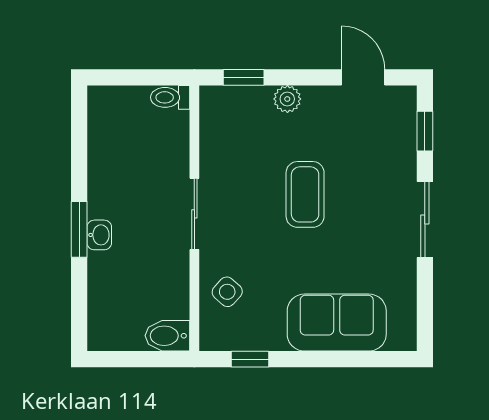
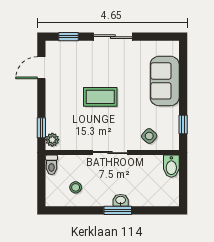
plant: (287, 99) -> (52, 140), moved
stool: (125, 145) -> (76, 187), added

